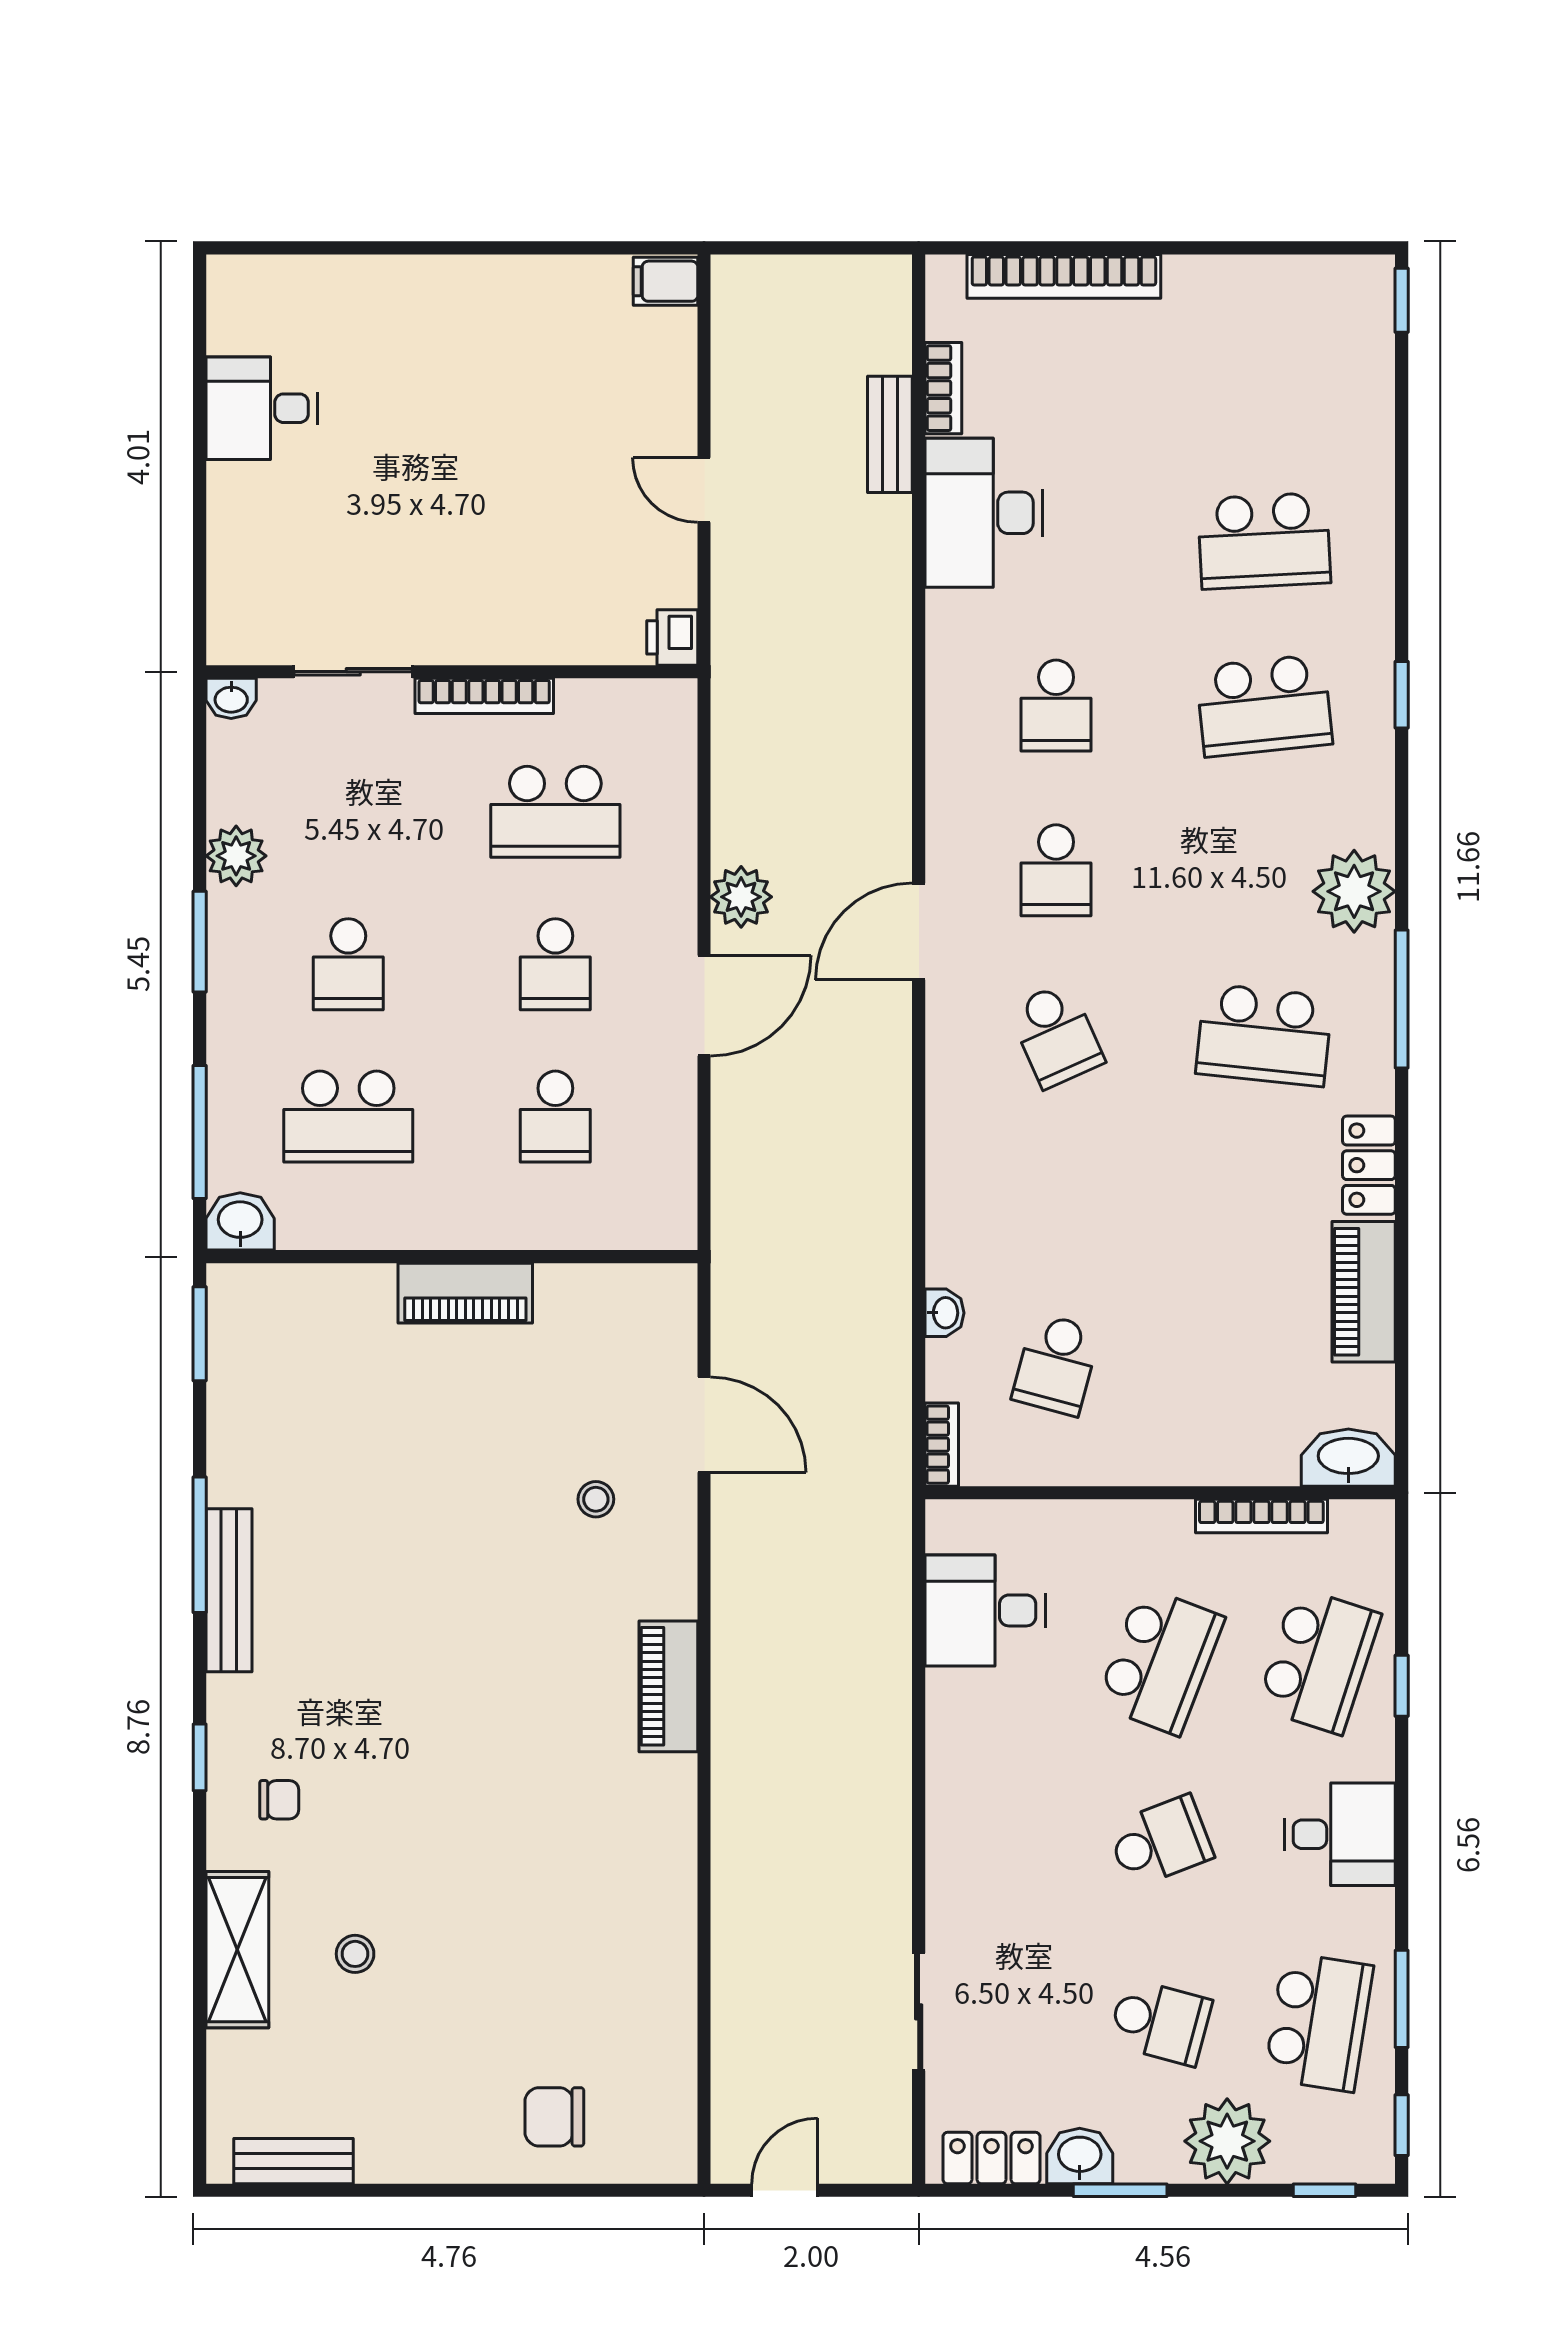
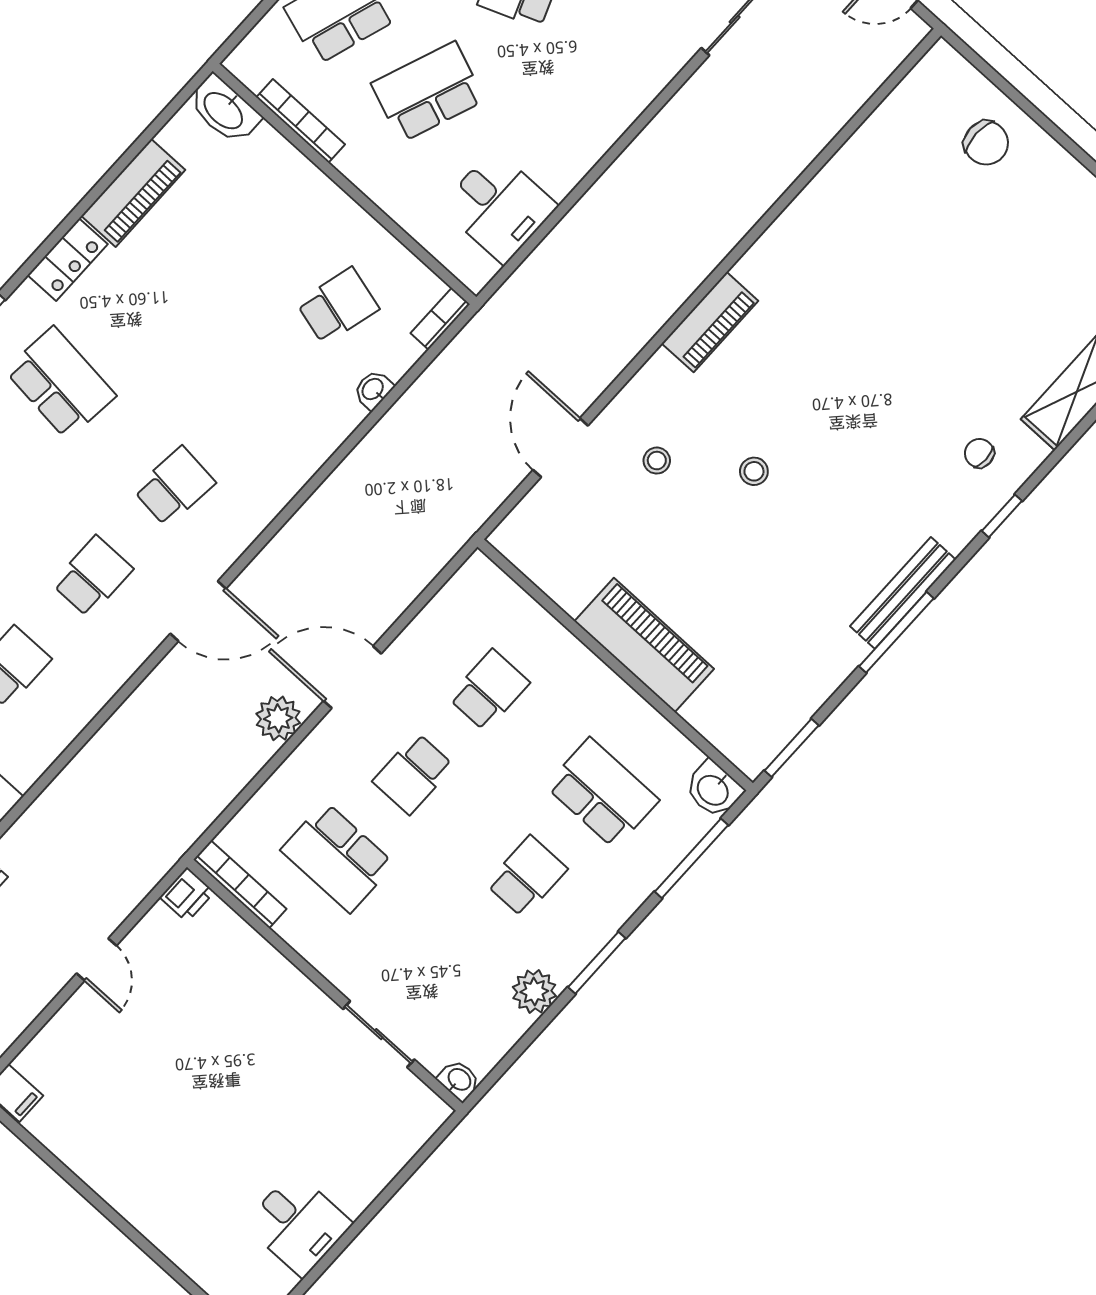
bookcase: (484, 696) -> (240, 884), moved
school desk: (555, 812) -> (338, 857), turned 180
school desk: (555, 964) -> (413, 774), turned 180
school desk: (1056, 1035) -> (174, 486), turned 30
piano: (465, 1293) -> (644, 645), width x1.37, depth x1.33
stool: (355, 1954) -> (754, 471), moved

